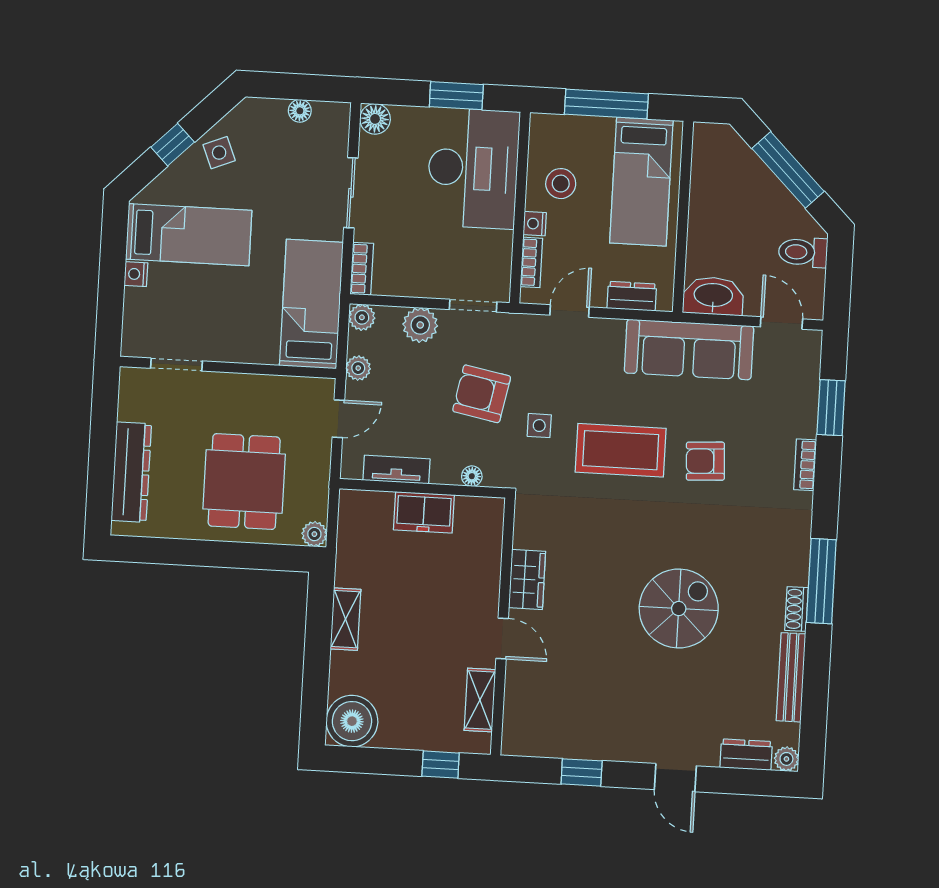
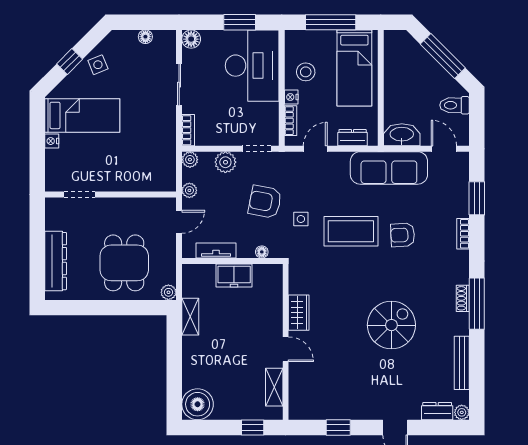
bed: (311, 304) -> (159, 153), removed
shoe rack: (797, 609) -> (463, 298), moved
shelving: (346, 619) -> (190, 317), moved

